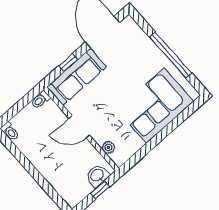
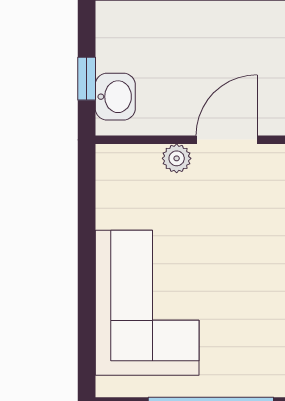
plant: (108, 147) -> (177, 158), moved

